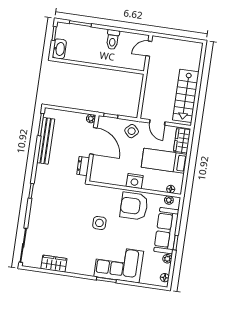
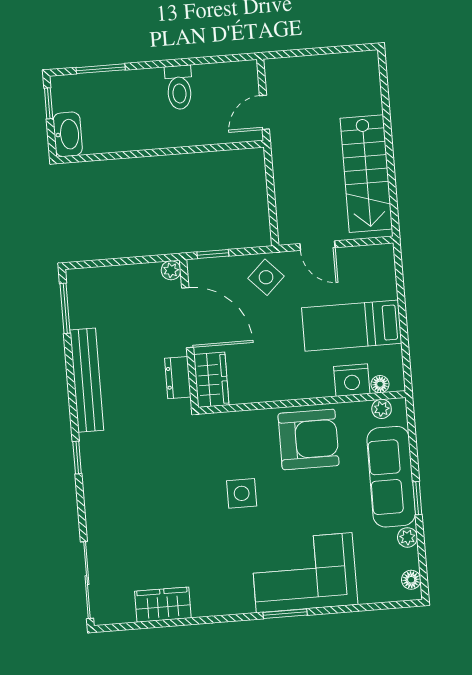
door: (149, 49) -> (264, 112), moved
wardrobe: (182, 140) -> (211, 380), moved, turned 180
bench: (46, 141) -> (87, 380), moved
nightstand: (135, 181) -> (352, 380), moved
armchair: (134, 206) -> (309, 439), turned 180

